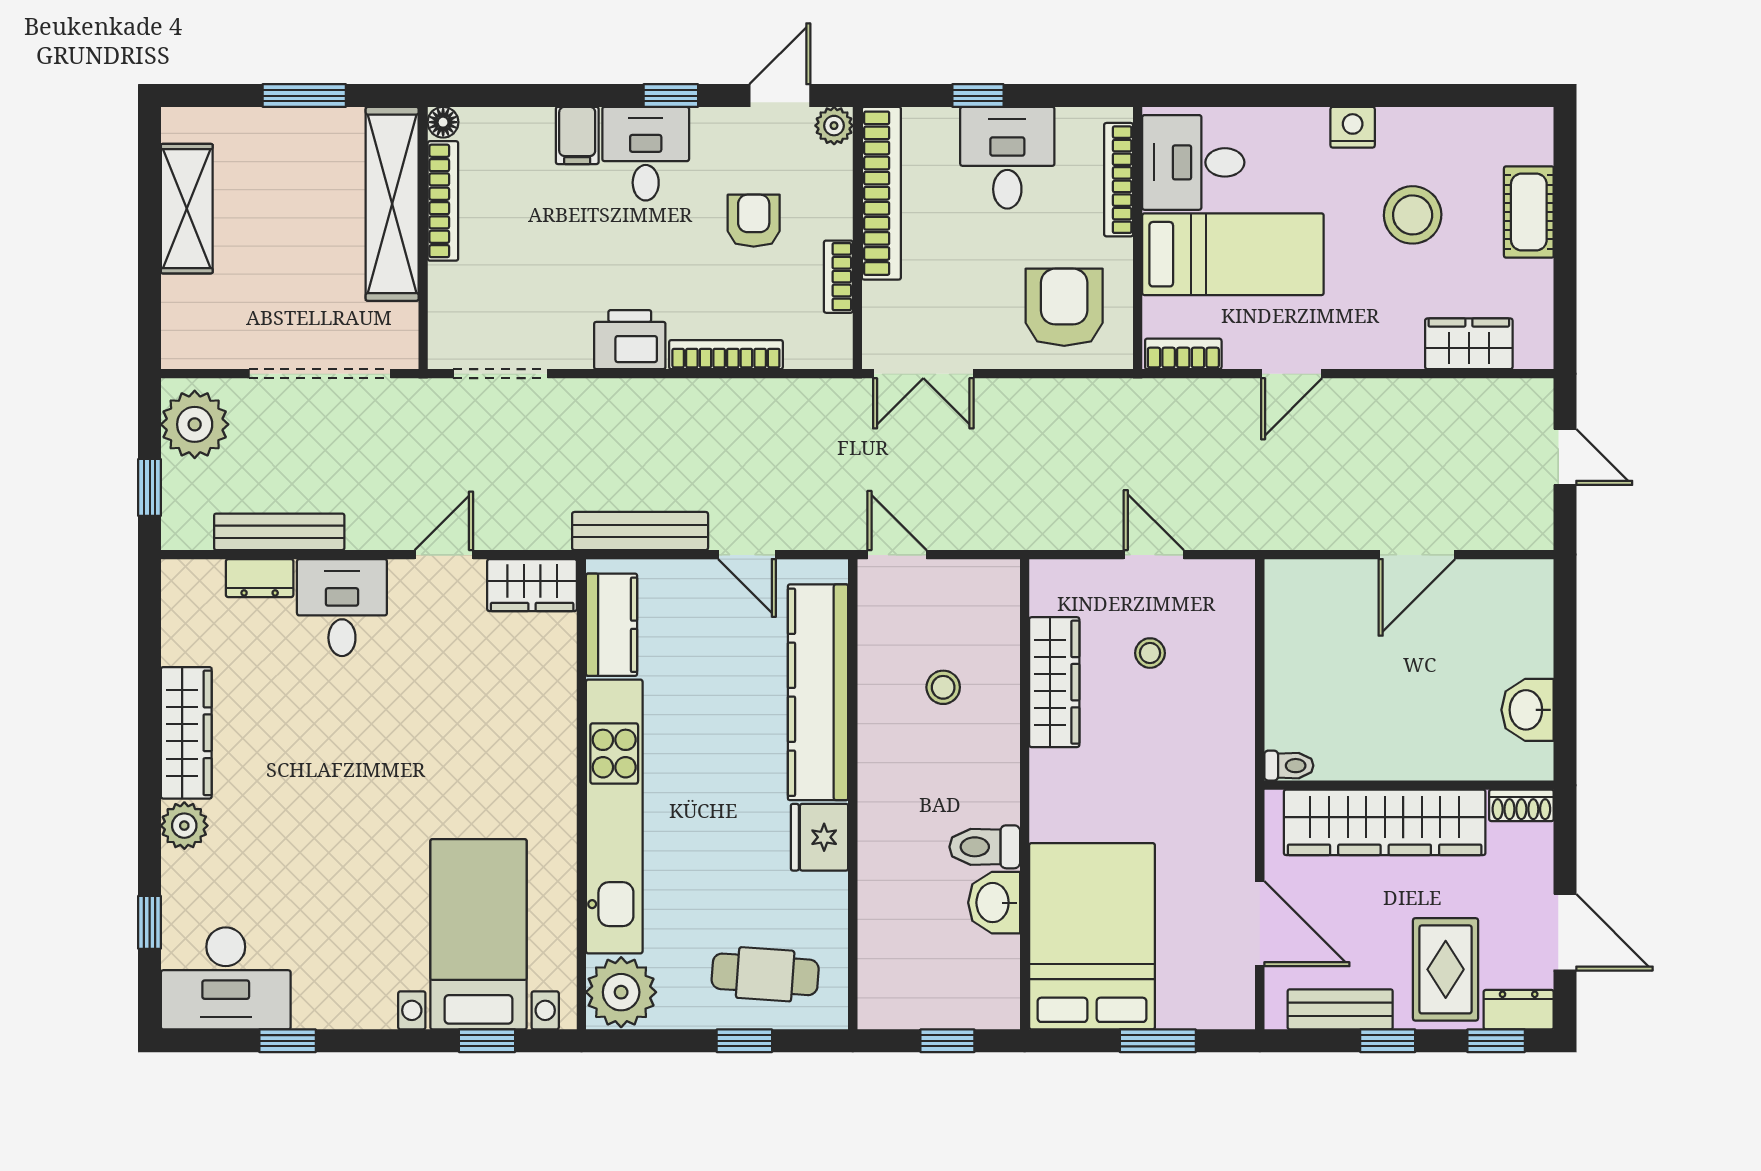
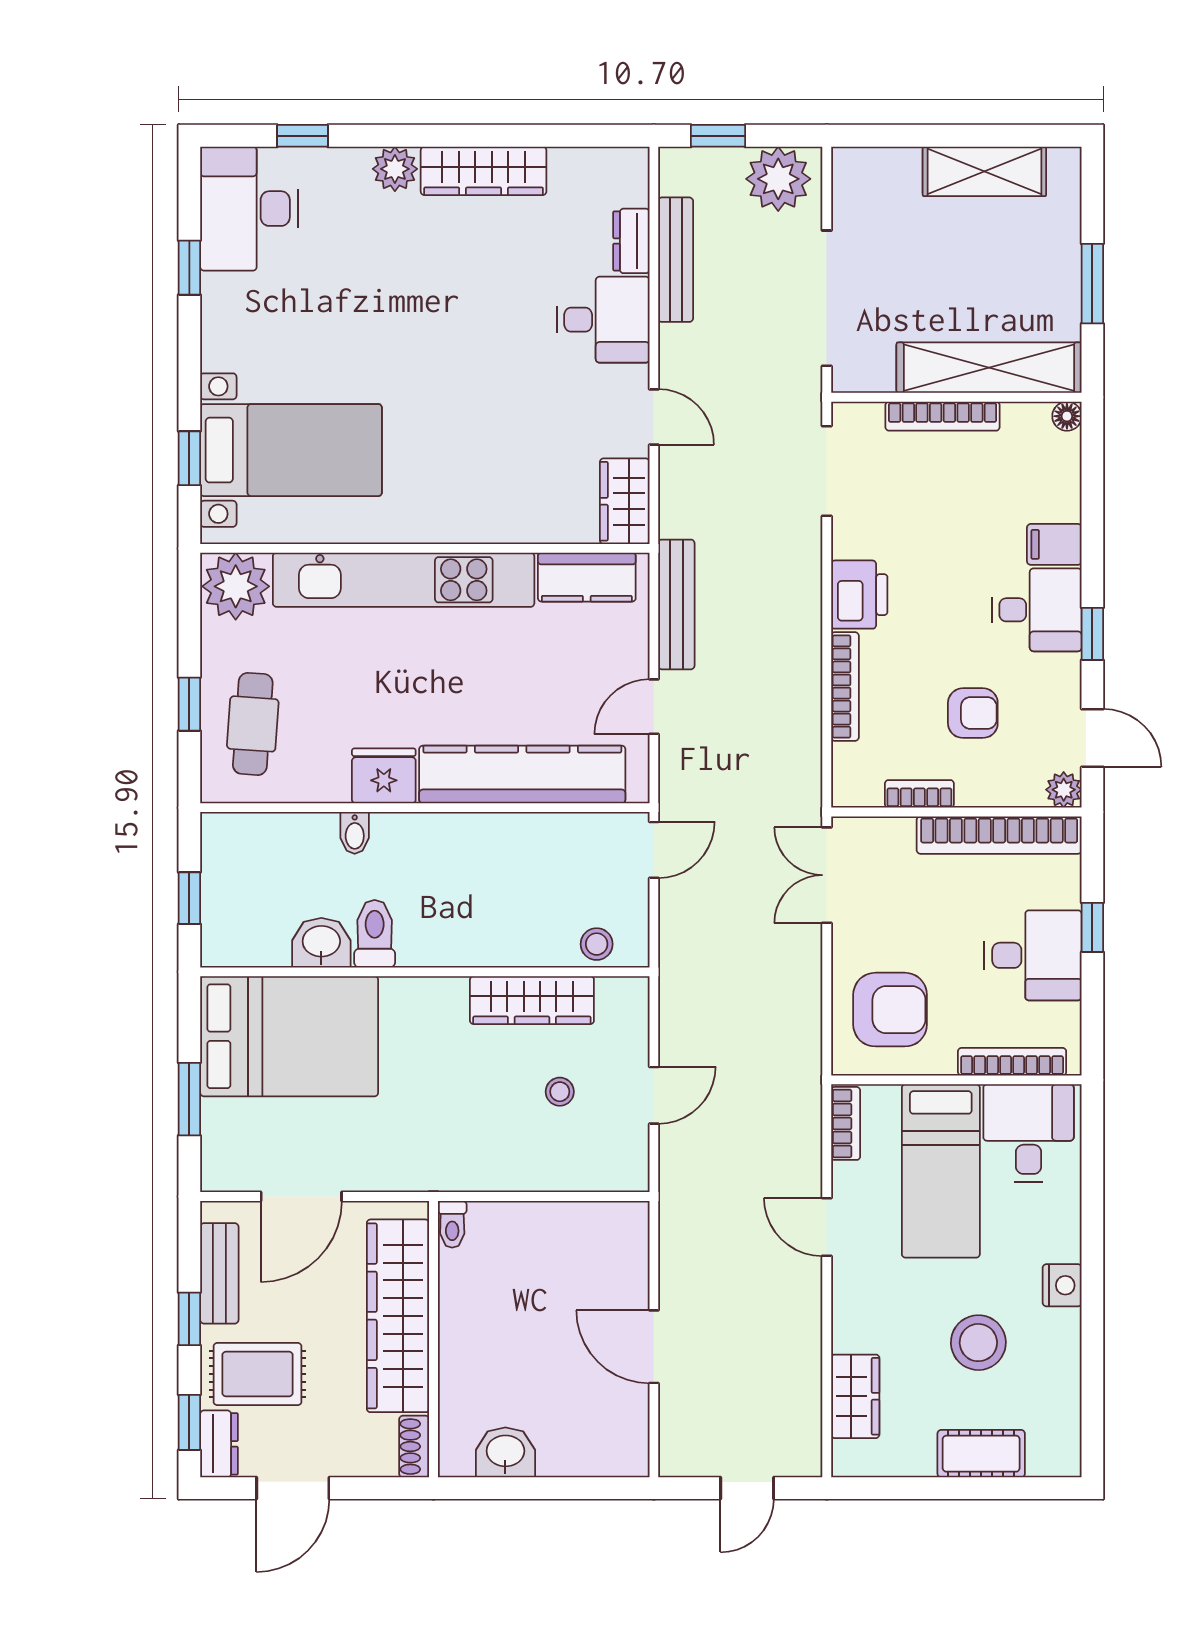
bookcase: (443, 201) -> (943, 416), moved
stool: (943, 687) -> (597, 944), moved
bidet: (879, 868) -> (355, 833), added

